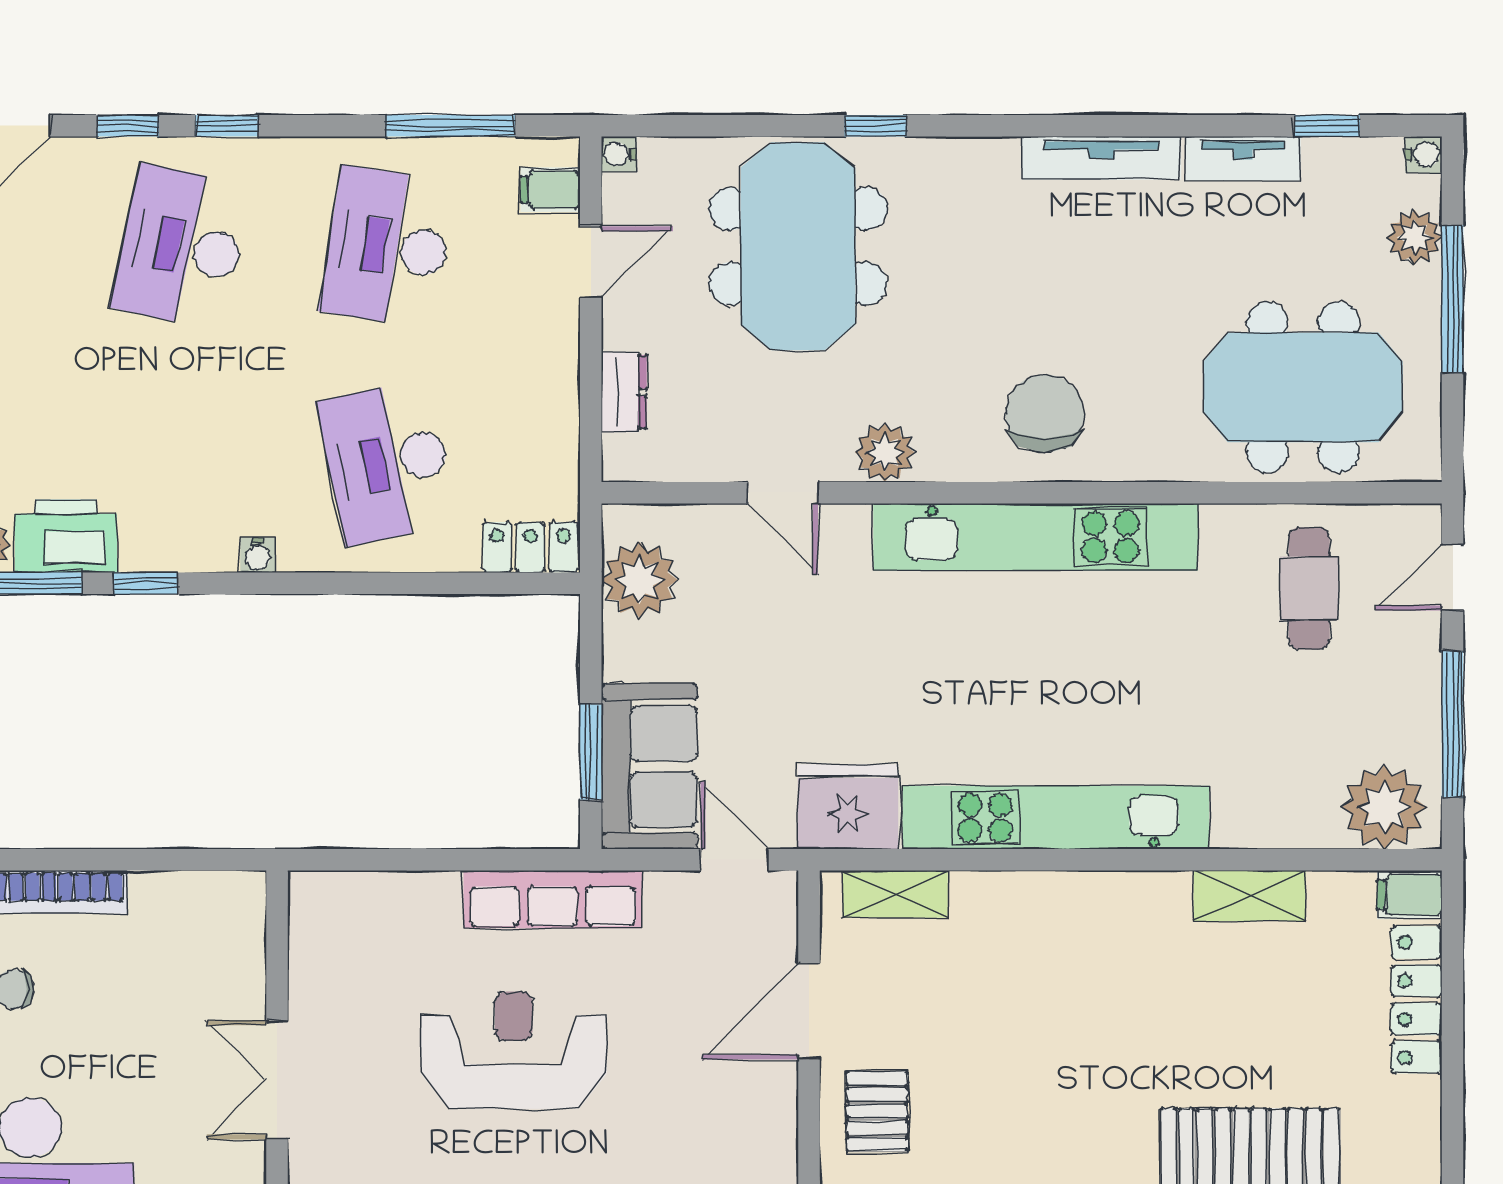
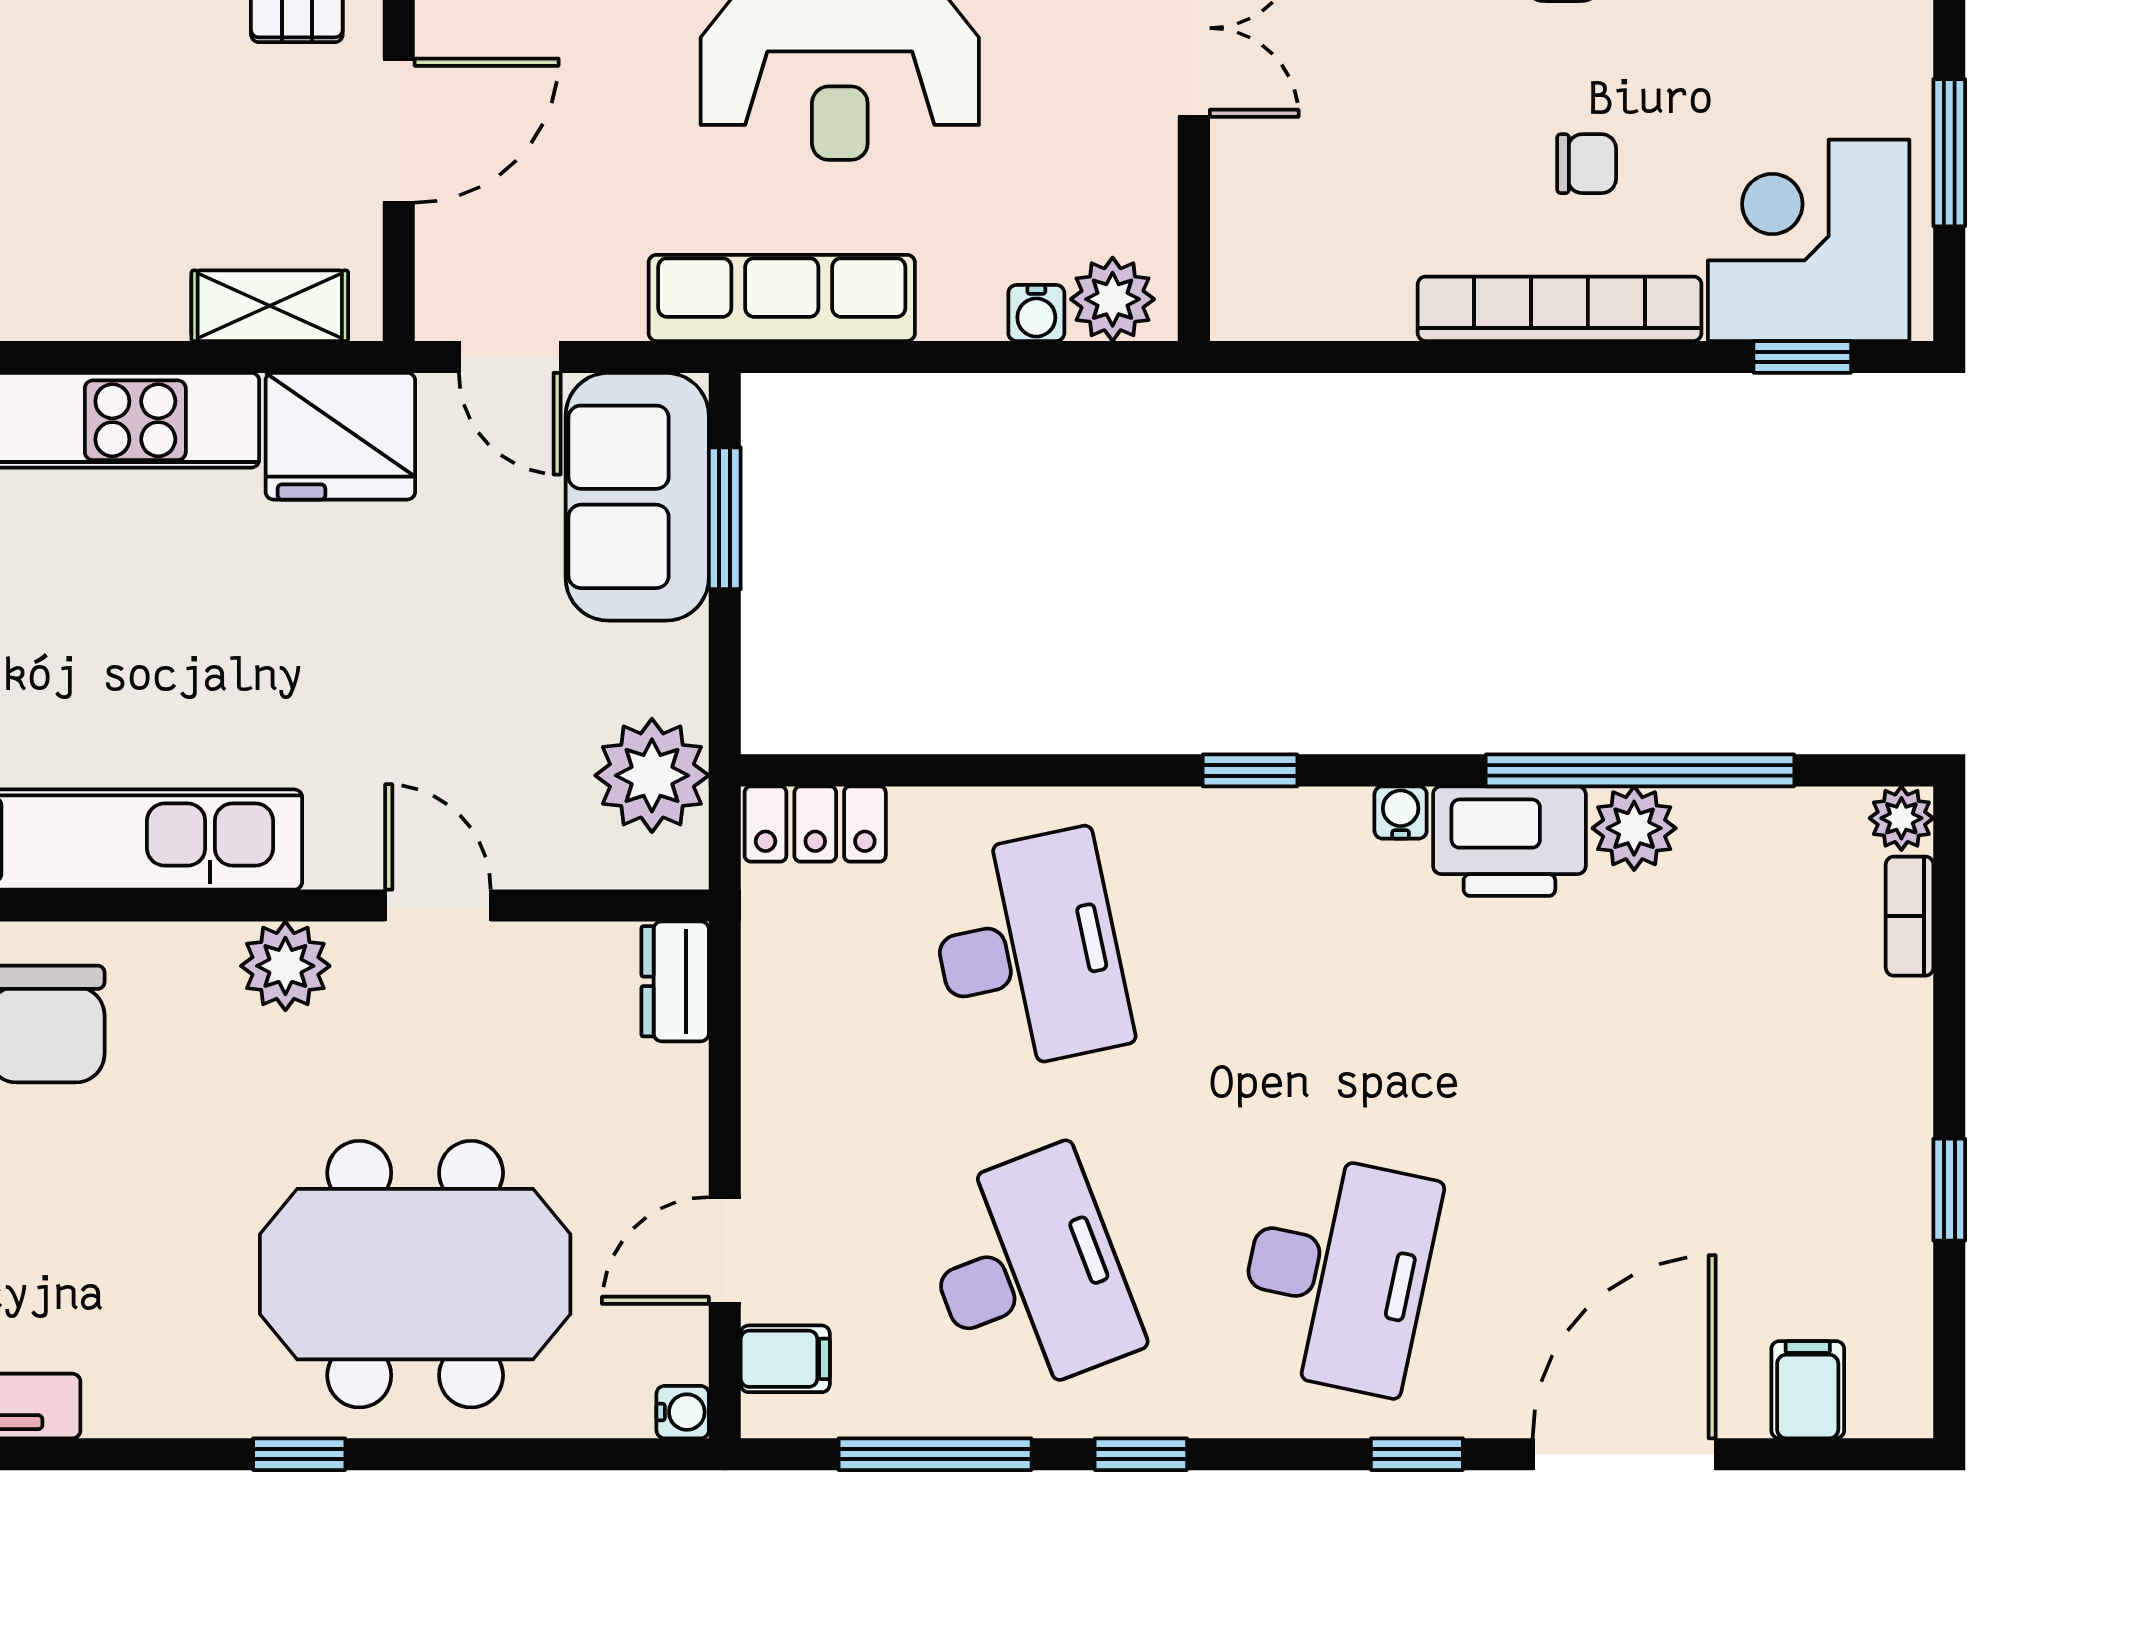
window: (227, 126) -> (1141, 1454), moved
meeting table: (798, 246) -> (415, 1274), turned 90
desk: (388, 247) -> (1028, 1273), turned -30
dresser: (624, 392) -> (675, 981), moved
water cooler: (258, 555) -> (1401, 812), moved
window: (146, 583) -> (1250, 770), moved
water cooler: (382, 889) -> (1036, 313), added
plant: (331, 898) -> (1113, 299), added

